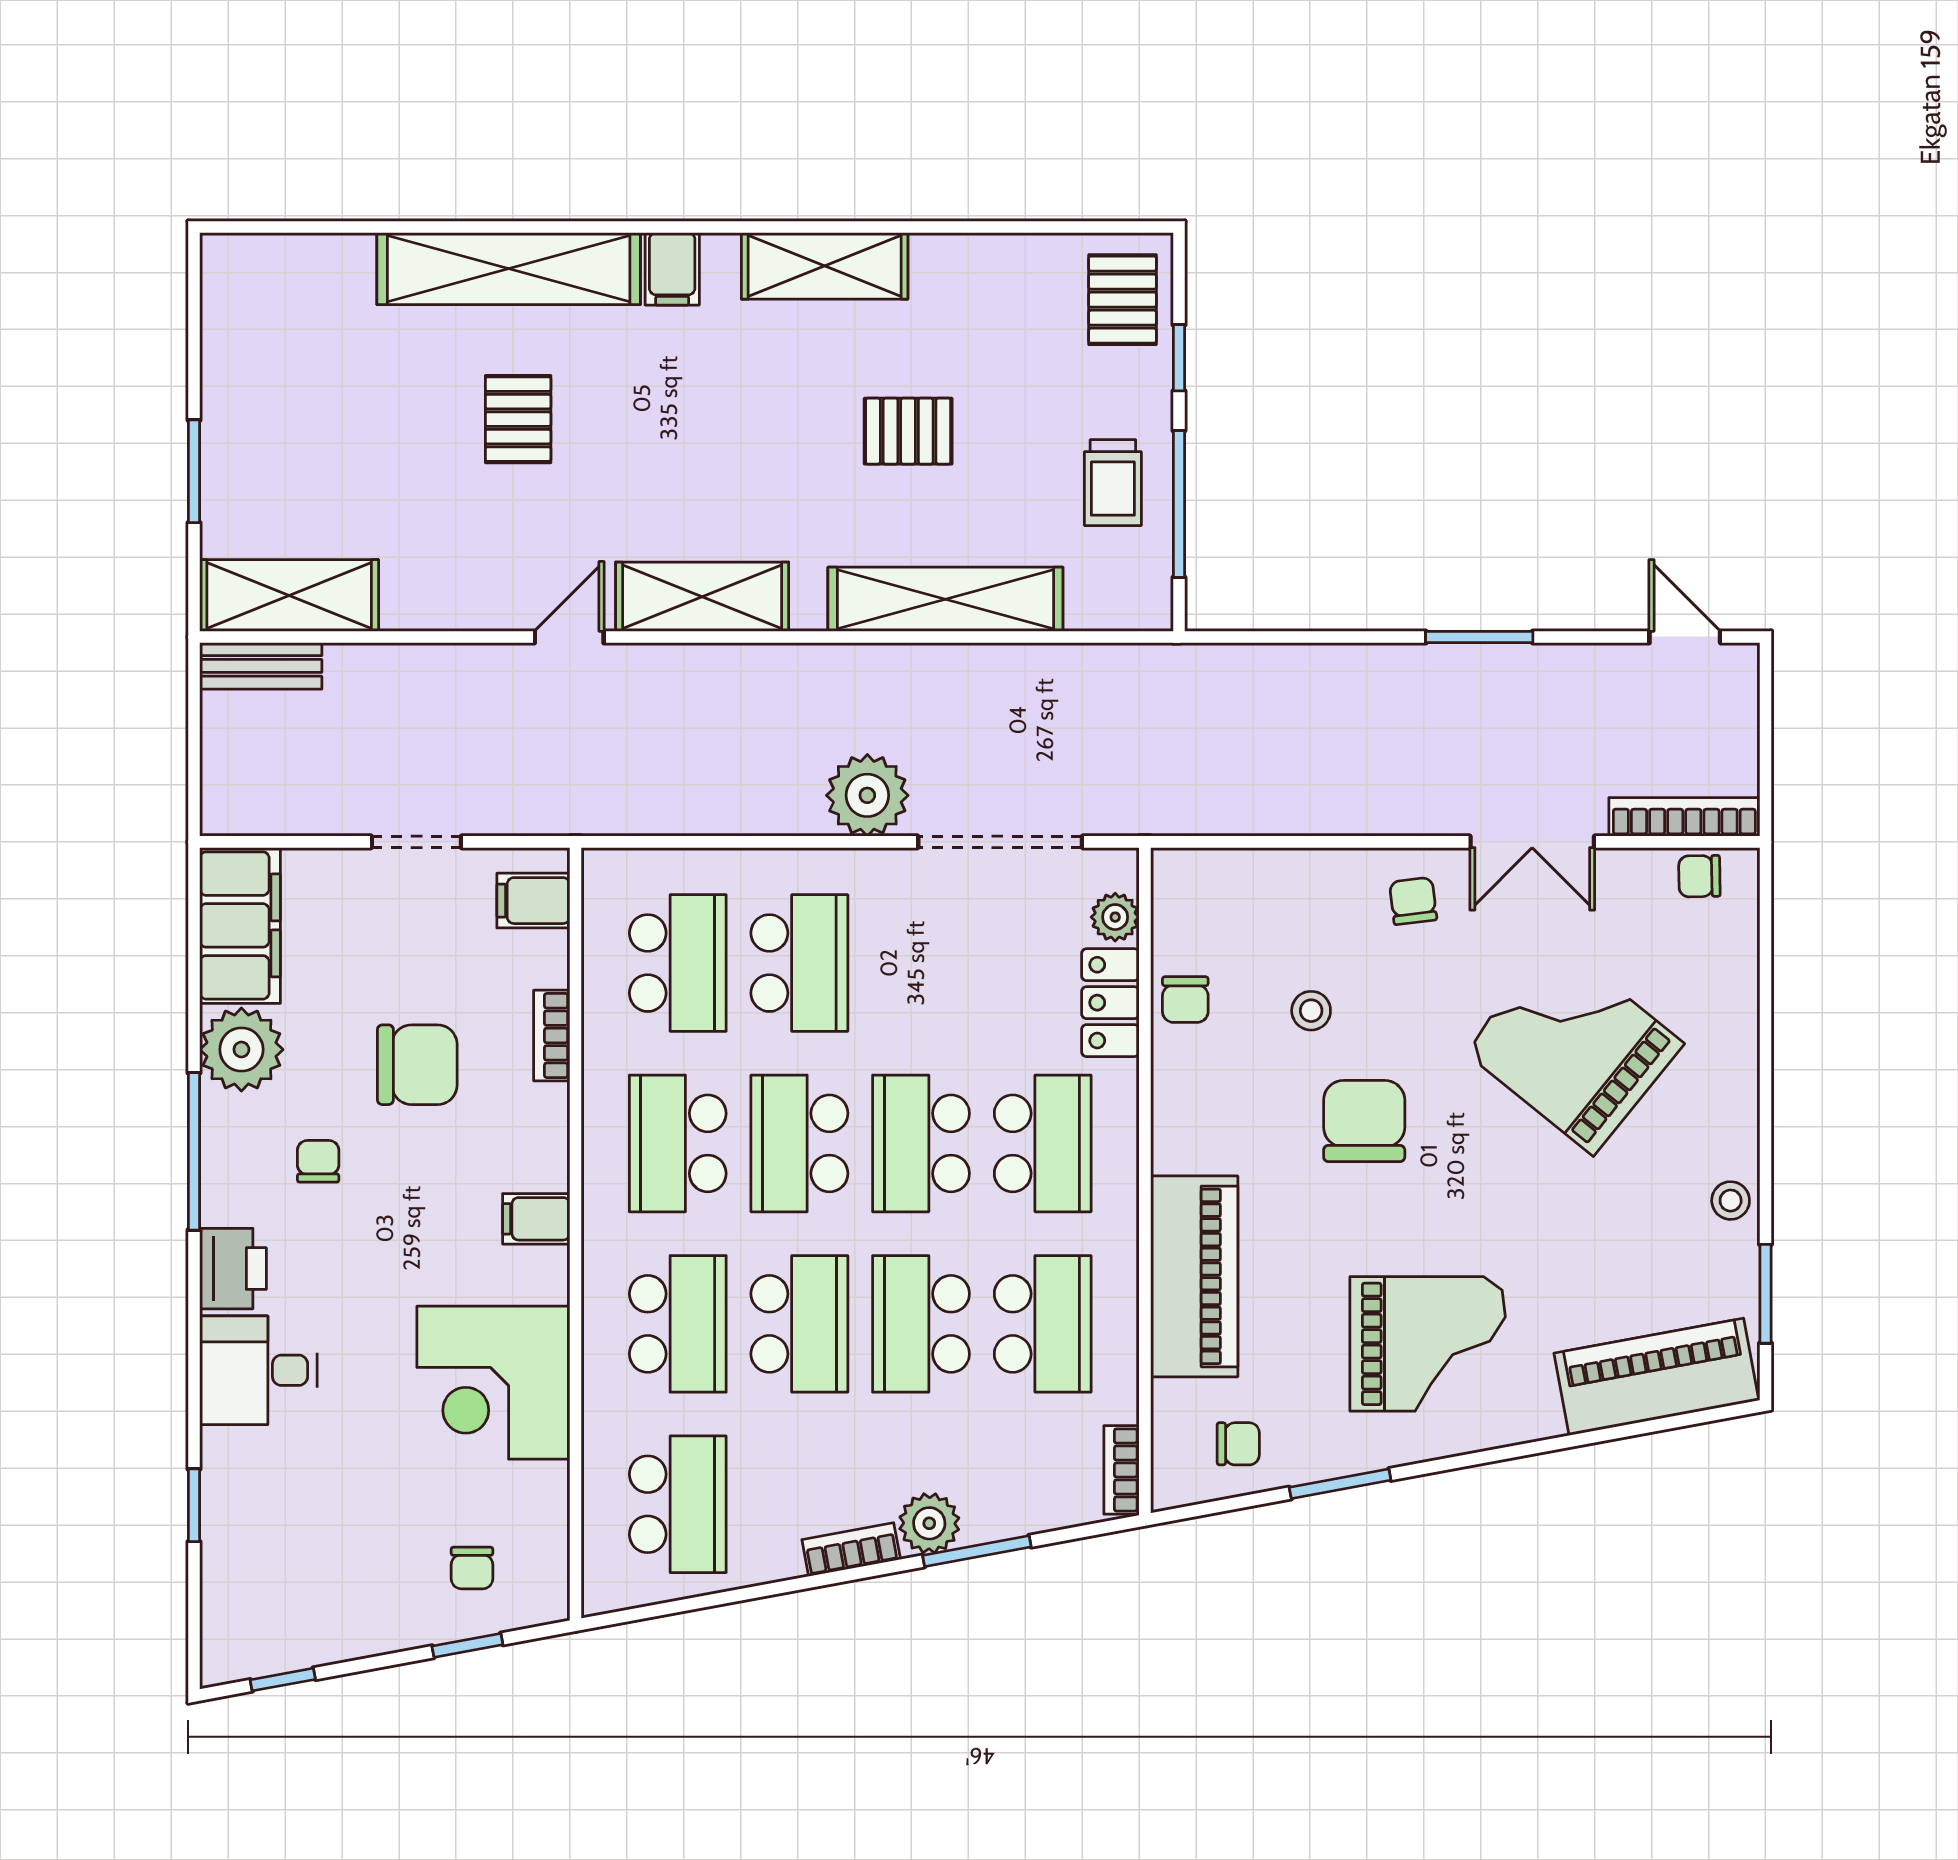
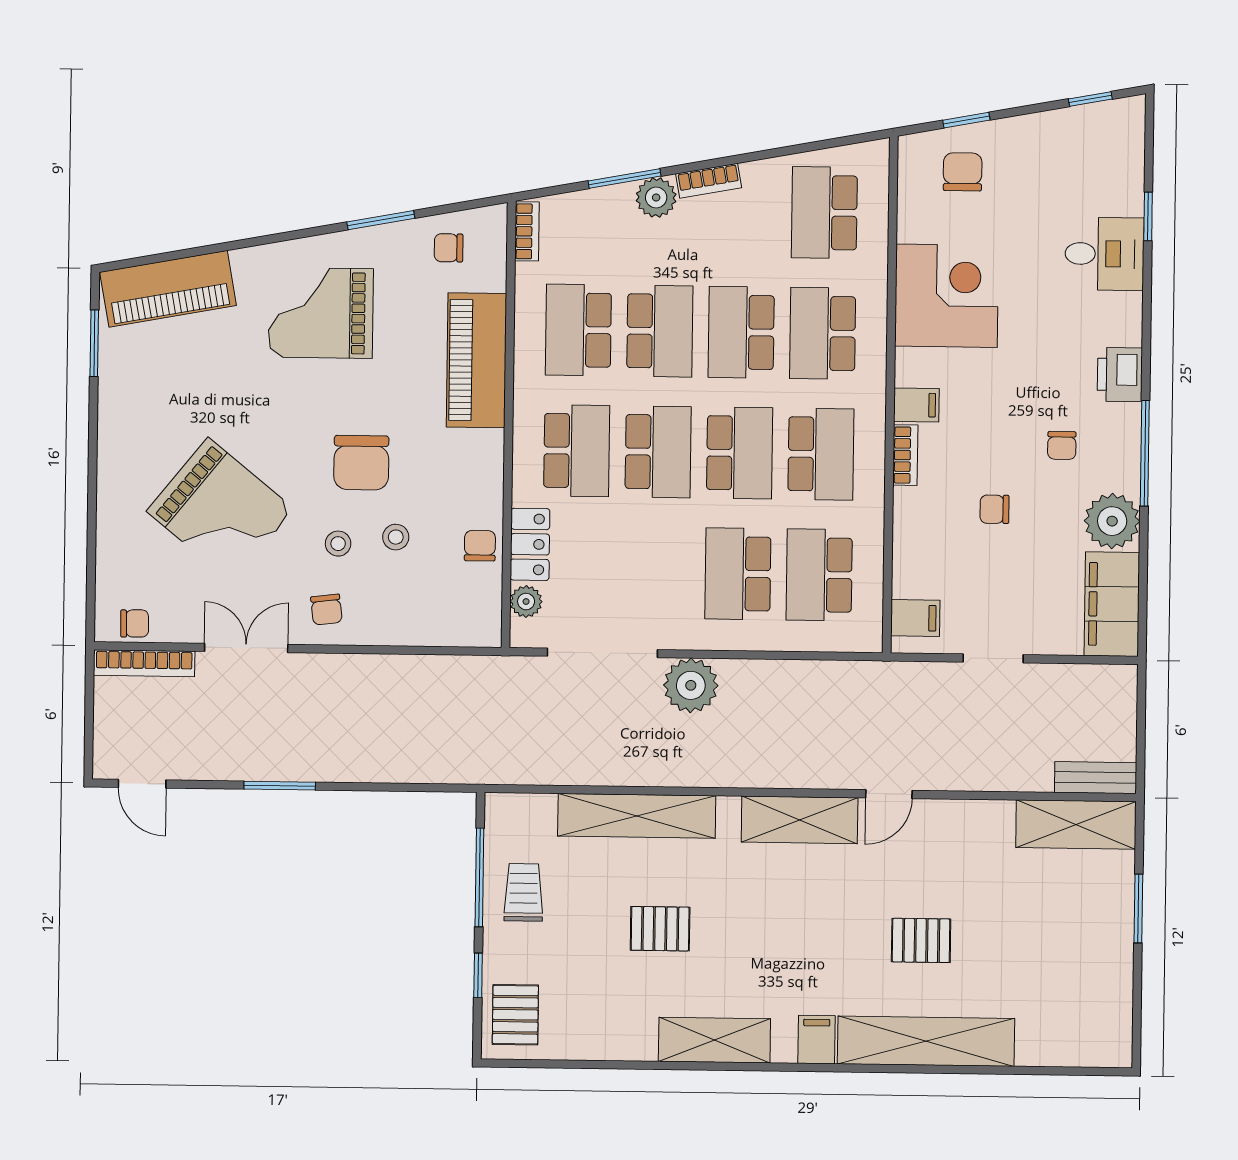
pallet: (518, 419) -> (921, 940), turned 90
bookcase: (552, 1035) -> (905, 455), moved
chair: (417, 1065) -> (995, 509), width x0.54, depth x0.54
school desk: (1043, 1143) -> (577, 451), turned 180
stool: (1731, 1201) -> (338, 544), moved
desk: (258, 1370) -> (1104, 254), moved
chair: (472, 1568) -> (963, 172), width x1.37, depth x1.37

